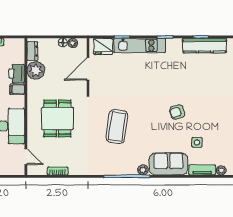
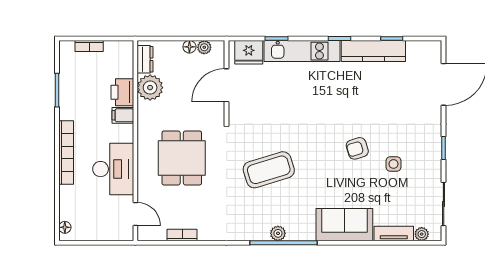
kitchen counter: (205, 45) -> (373, 51), moved
coffee table: (117, 127) -> (269, 170), turned 65
side table: (197, 142) -> (393, 164), moved
plant: (143, 170) -> (278, 233), moved

